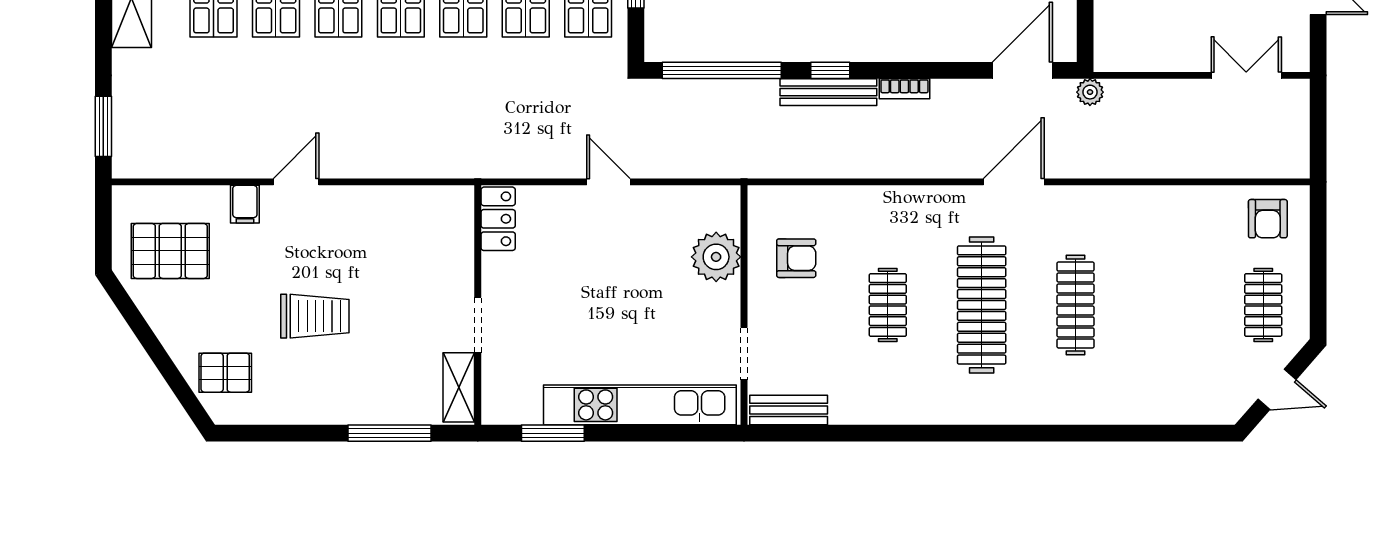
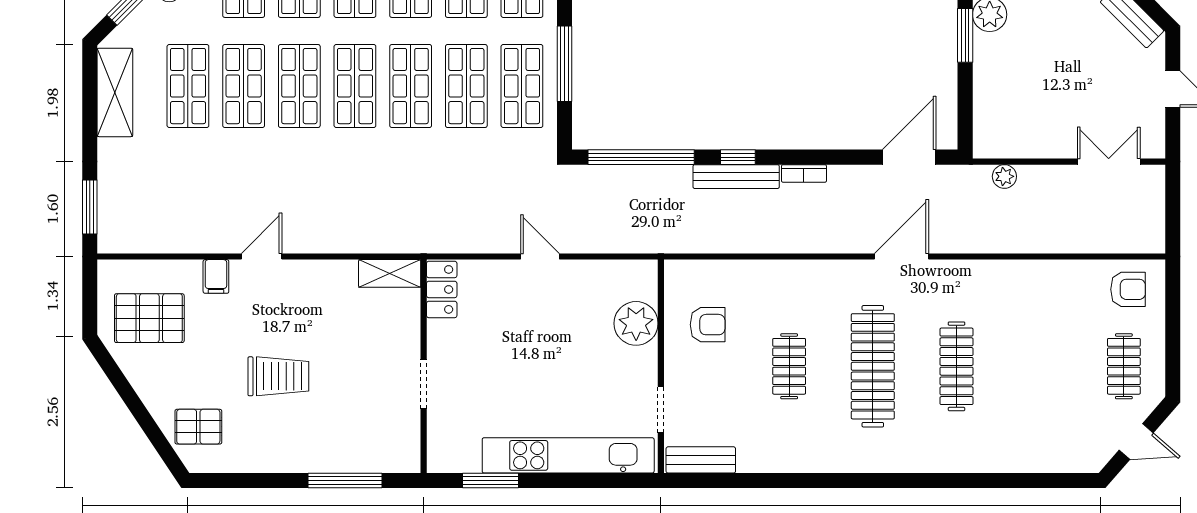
plant: (1090, 92) -> (1004, 176), moved
armchair: (1268, 219) -> (1128, 289), turned -90
shelving: (459, 387) -> (390, 273), moved, turned 90

